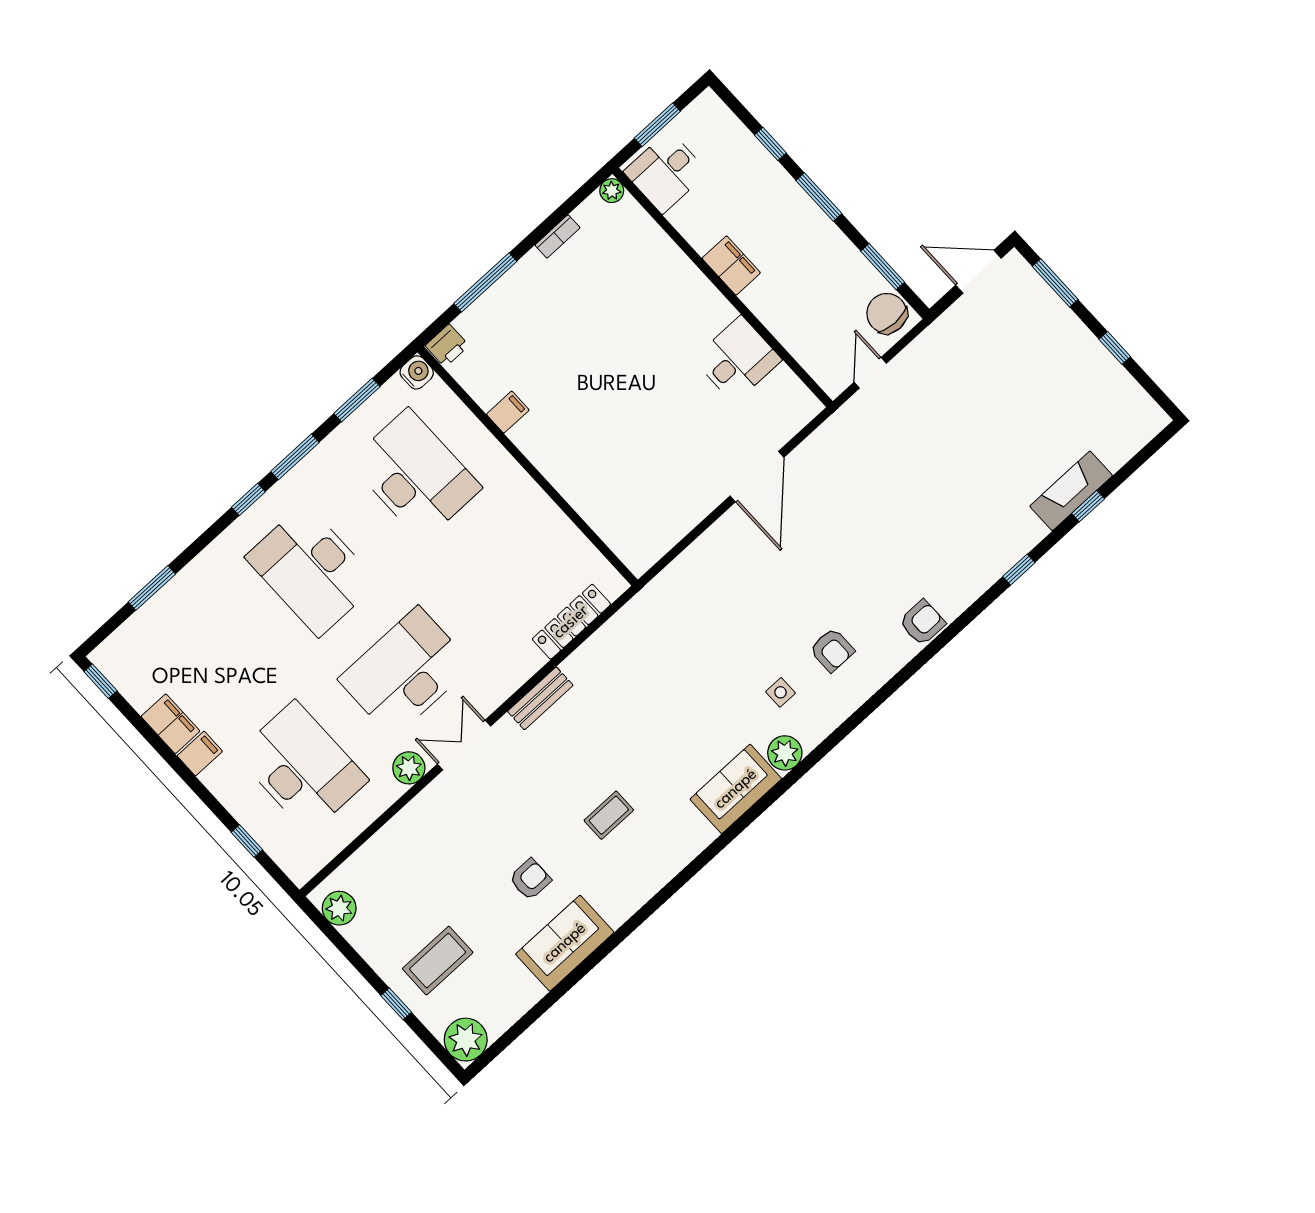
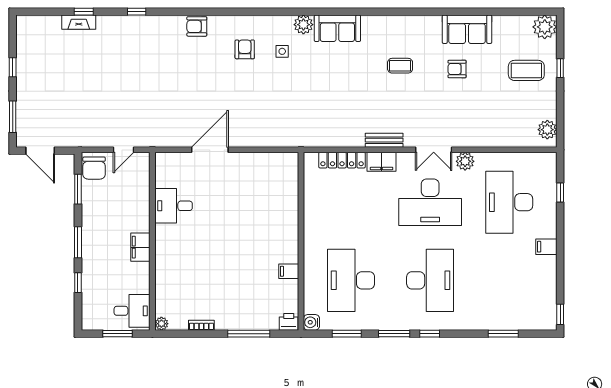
fireplace: (1071, 491) -> (79, 22), width x0.73, depth x0.76
filing cabinet: (170, 724) -> (382, 162), moved, turned -90

